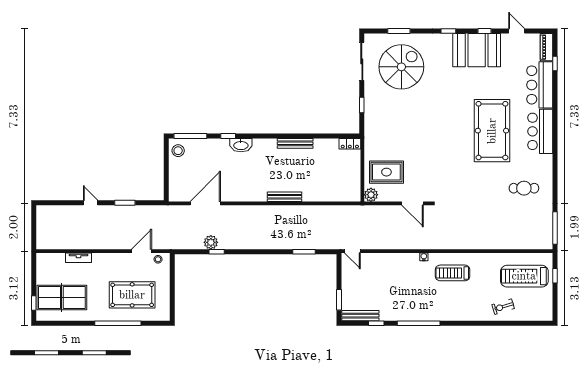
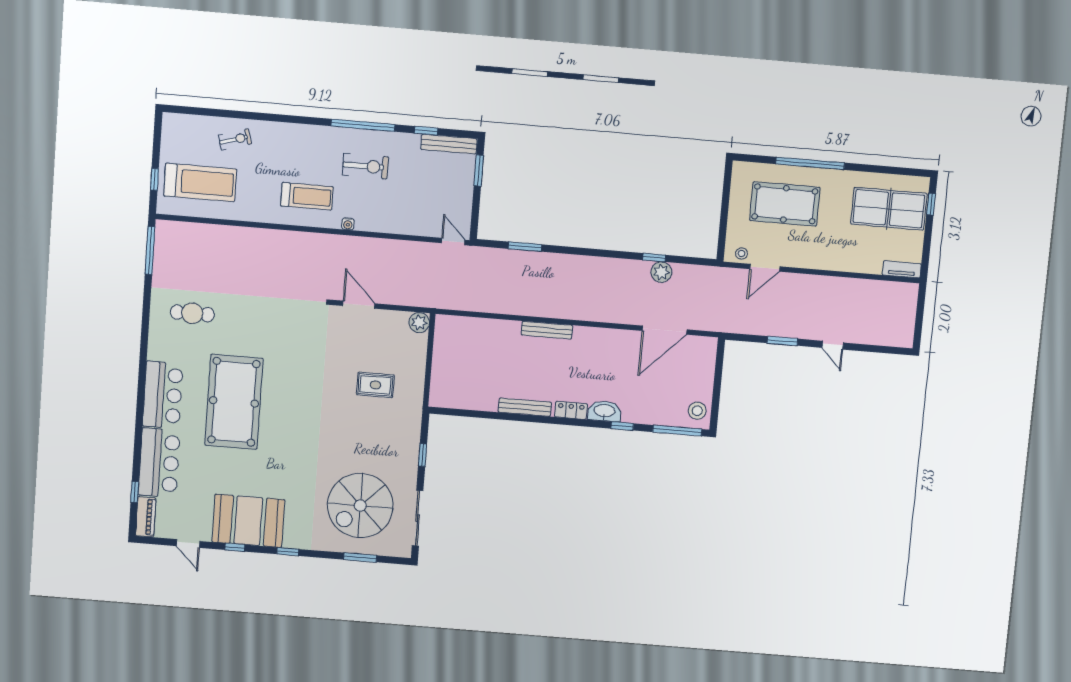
locker: (350, 144) -> (571, 410), moved
rug: (386, 172) -> (375, 385), moved, width x0.73, depth x0.70
tv unit: (79, 258) -> (902, 269), moved
exercise bike: (415, 296) -> (365, 166), added

